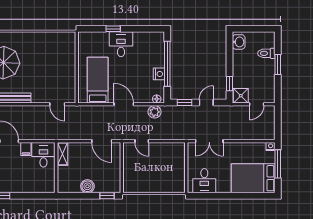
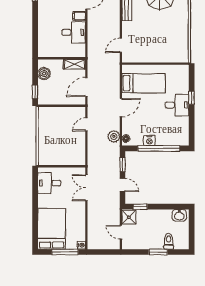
shelving: (62, 154) -> (74, 64), moved
wall: (56, 168) -> (62, 58), moved

